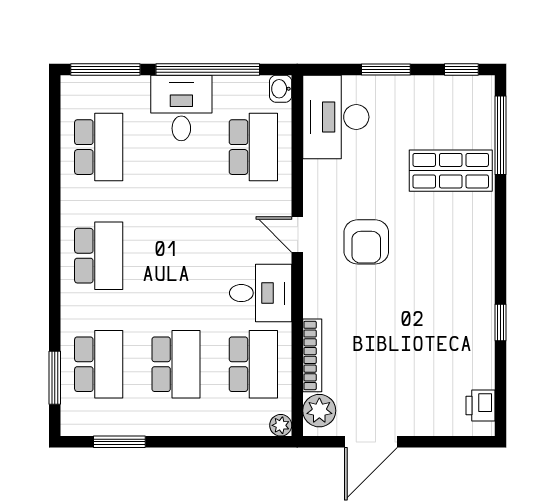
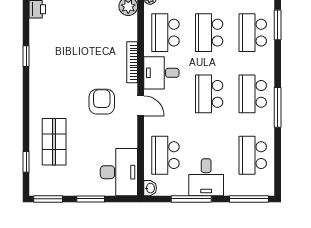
window: (208, 69) -> (191, 199), width x0.68
window: (461, 69) -> (48, 199), width x1.50
window: (500, 135) -> (26, 162), width x0.46
shop shelf: (451, 171) -> (54, 142), turned 90
window: (55, 232) -> (278, 107), added
school desk: (176, 256) -> (209, 94), added
bookcase: (312, 355) -> (132, 62), moved

